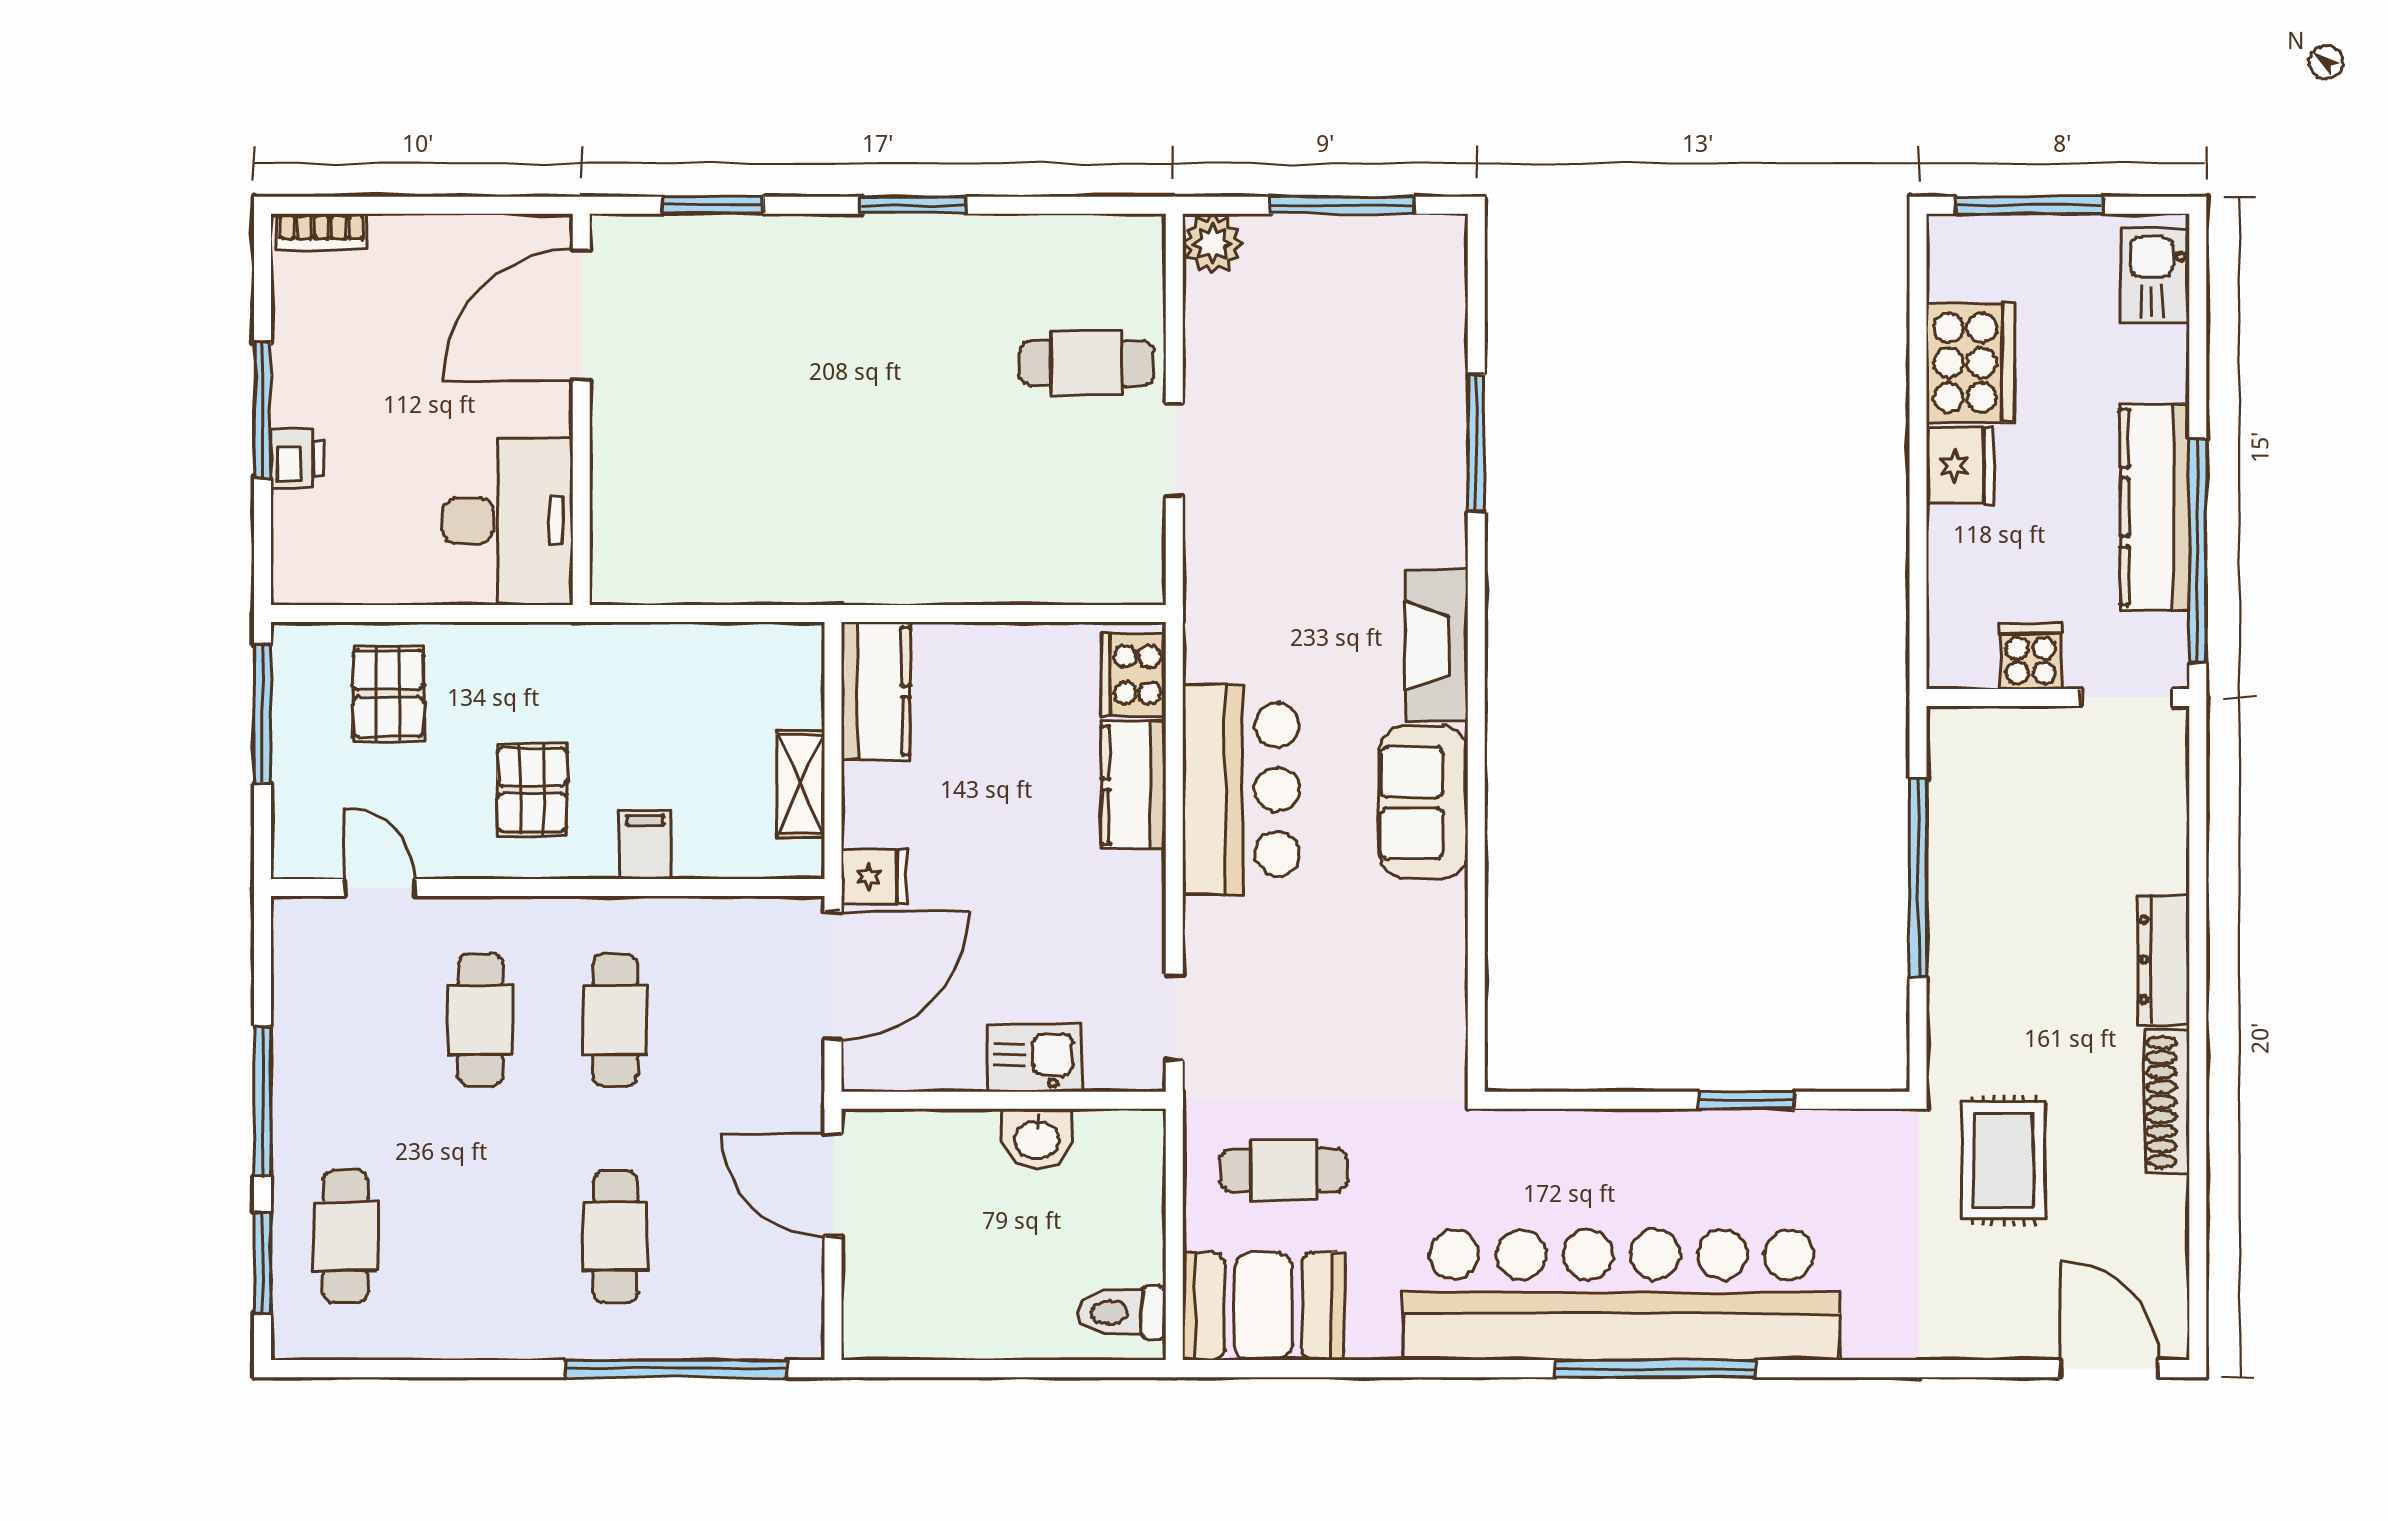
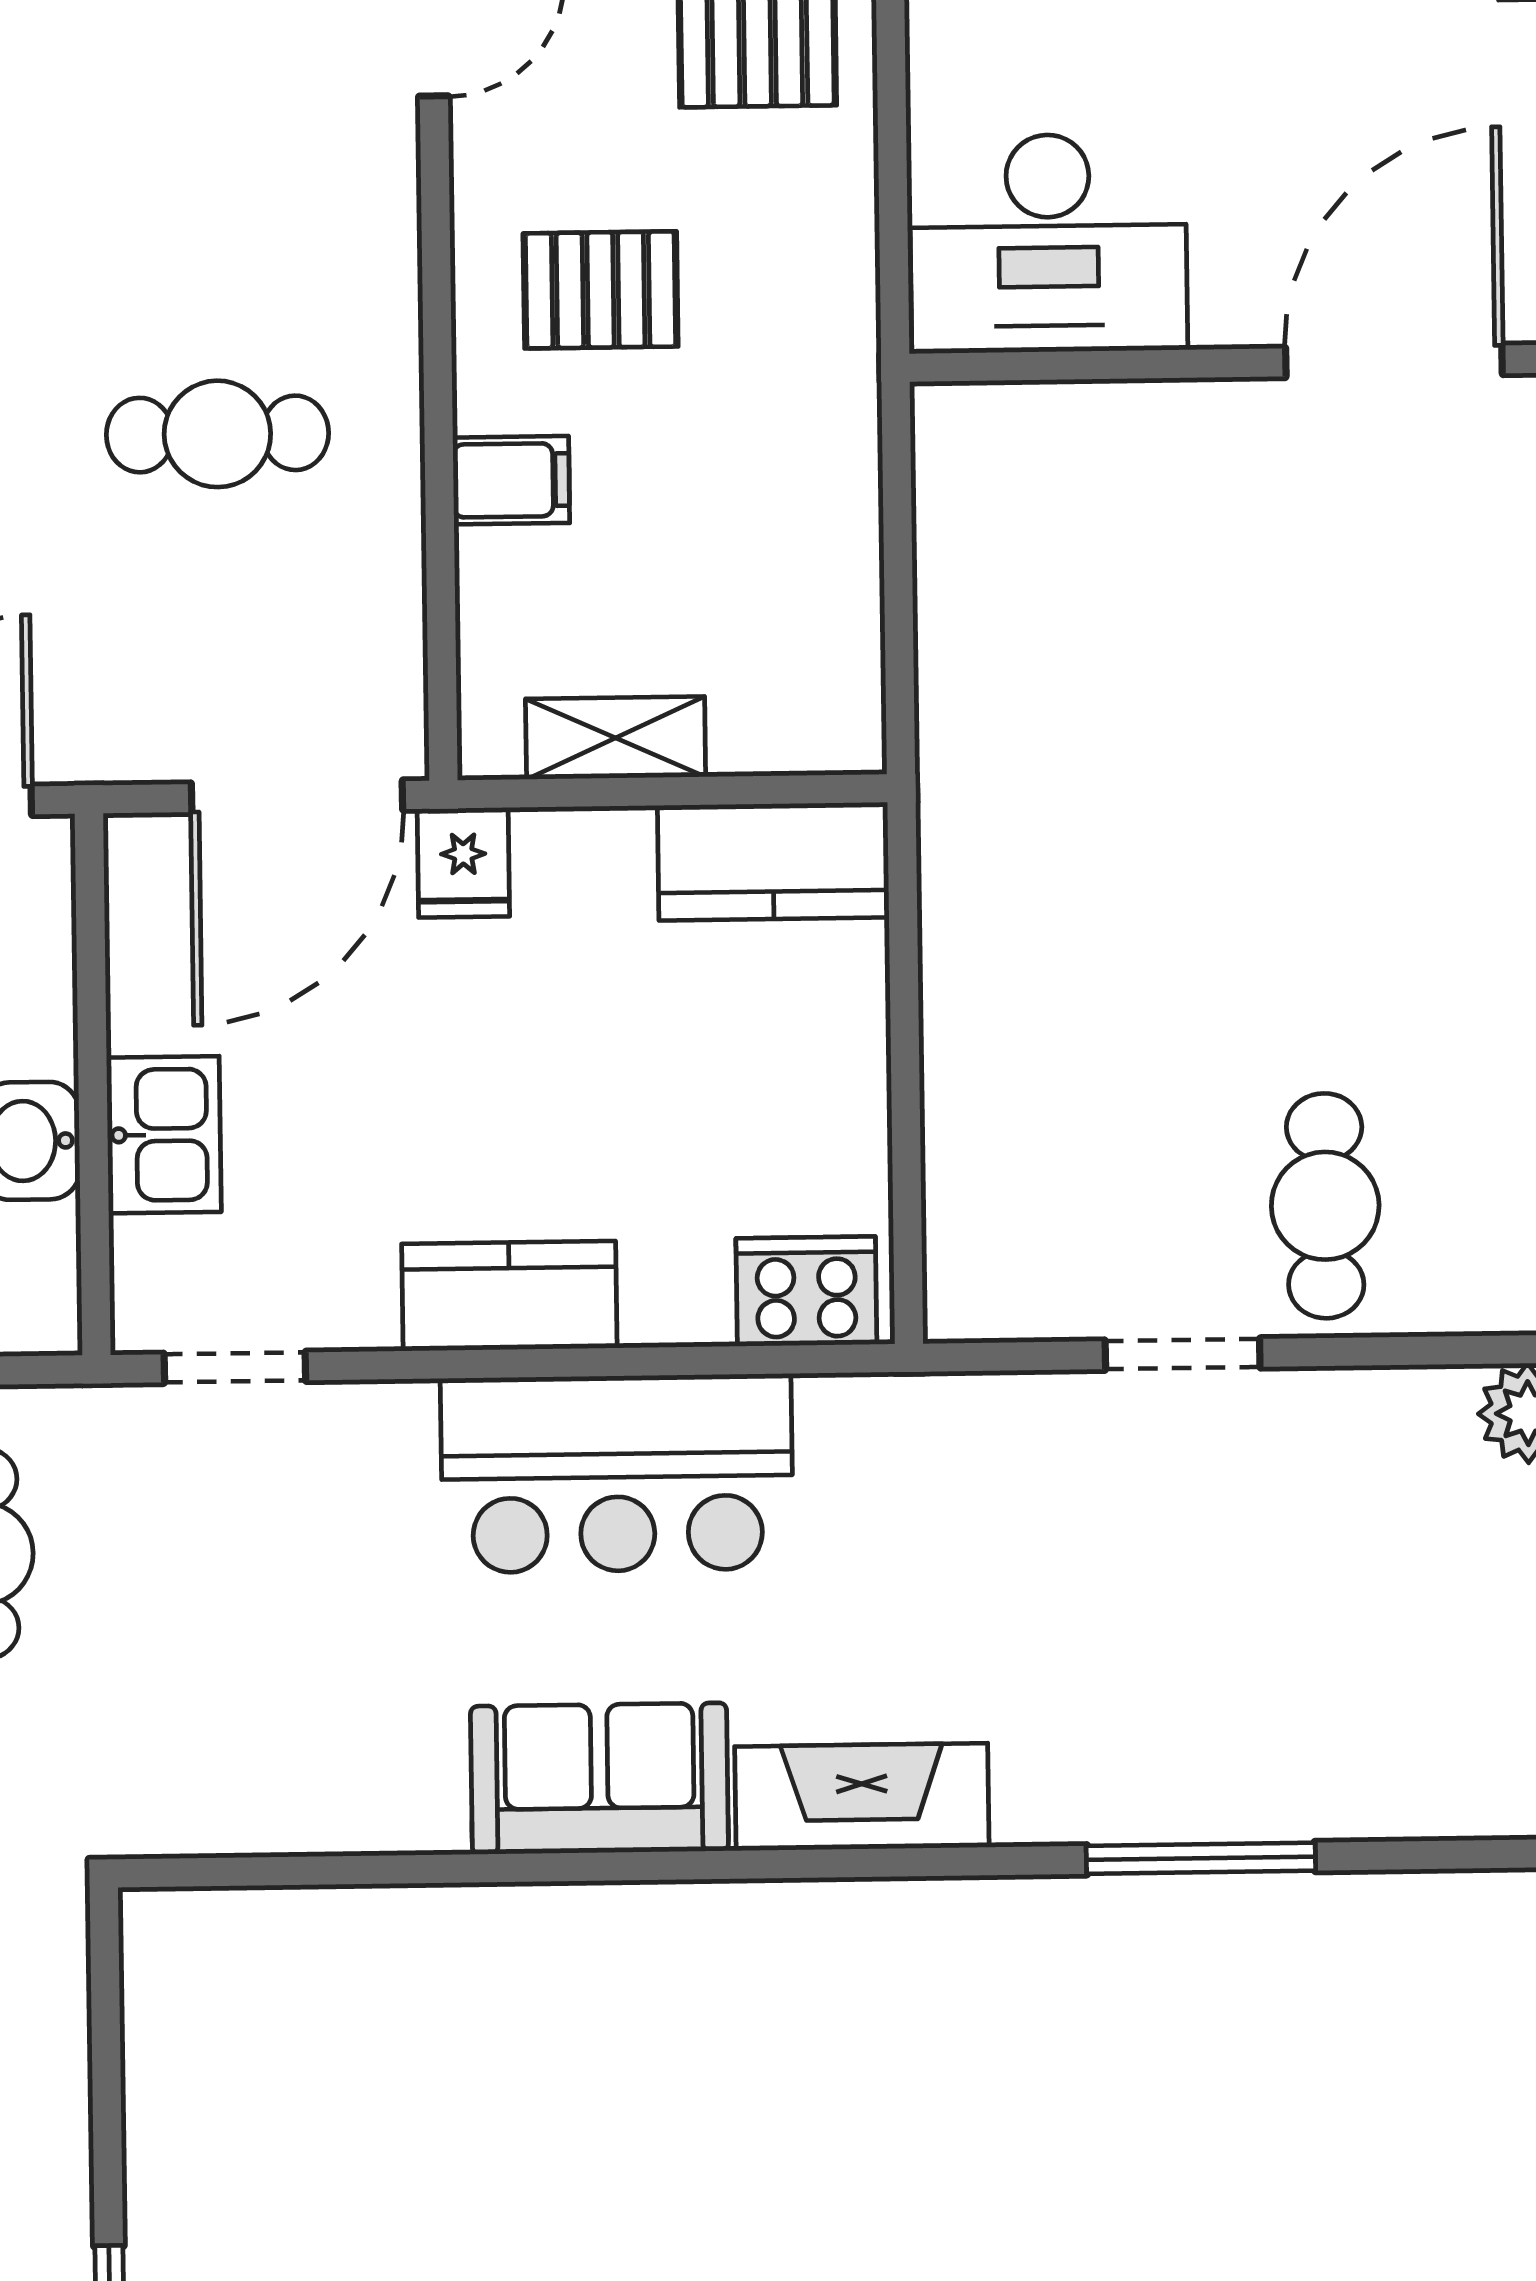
door: (581, 315) -> (1394, 361), hinge flipped
kitchen counter: (1134, 785) -> (509, 1296), moved
door: (833, 975) -> (297, 797), hinge flipped
cafe table: (480, 1020) -> (214, 209), removed

